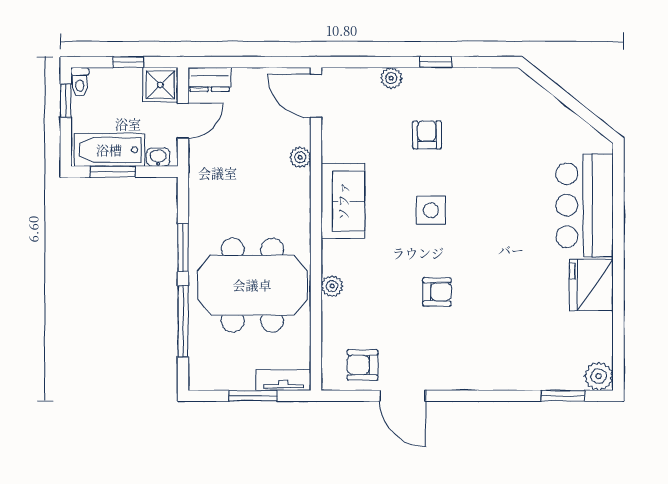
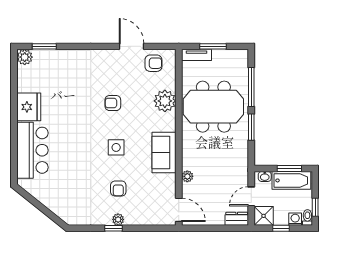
plant: (391, 78) -> (118, 219), moved
washing machine: (102, 79) -> (295, 219), added
plant: (332, 286) -> (165, 101), width x1.88, depth x1.88

